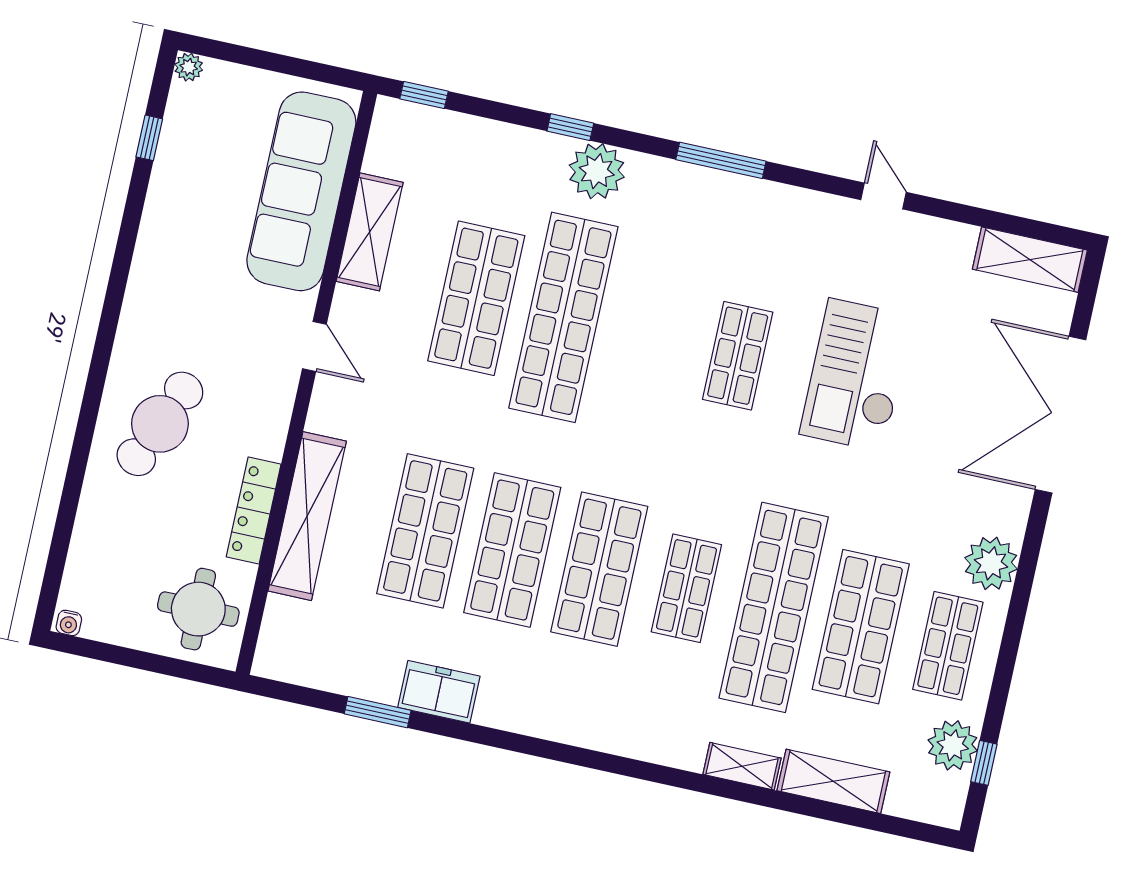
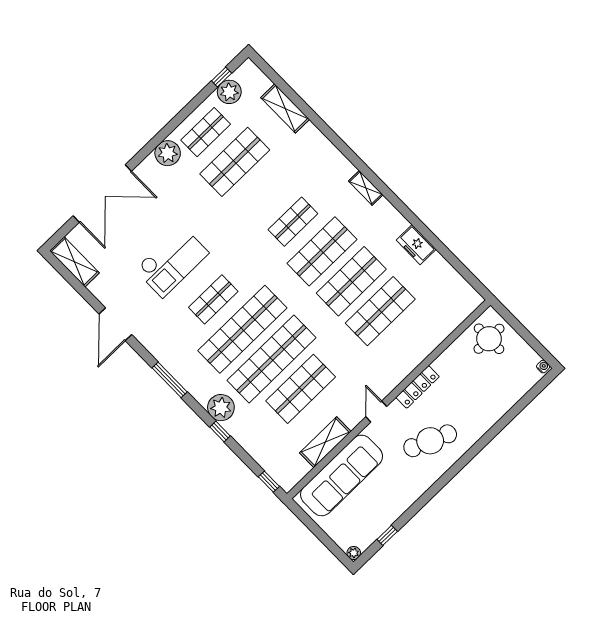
door: (883, 196) -> (115, 324), width x1.87
cafe table: (160, 424) -> (430, 441), moved
locker: (254, 510) -> (418, 387), moved
shelving: (307, 516) -> (423, 347), removed
shop shelf: (774, 607) -> (242, 329), moved
window: (378, 712) -> (445, 252), removed
shelving: (742, 766) -> (366, 188), moved

